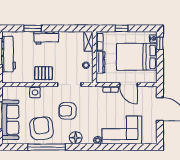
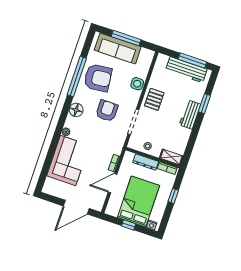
window: (160, 43) -> (129, 225), moved

